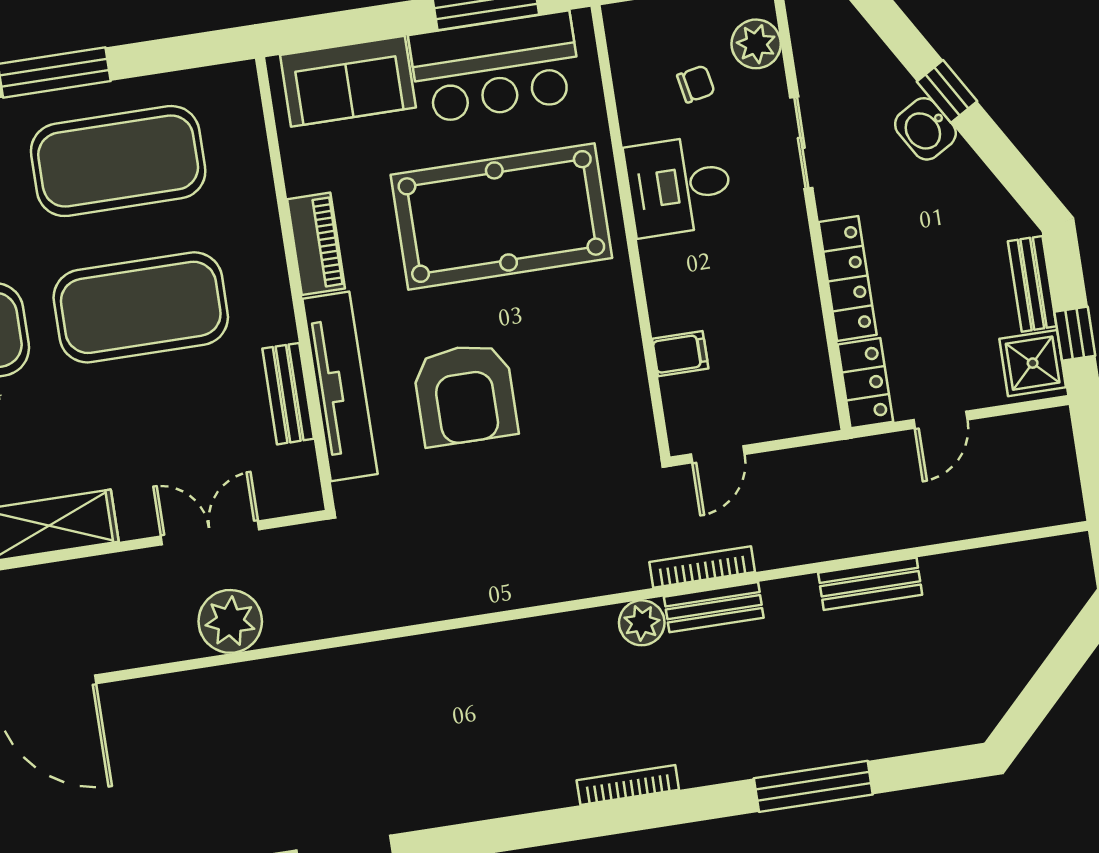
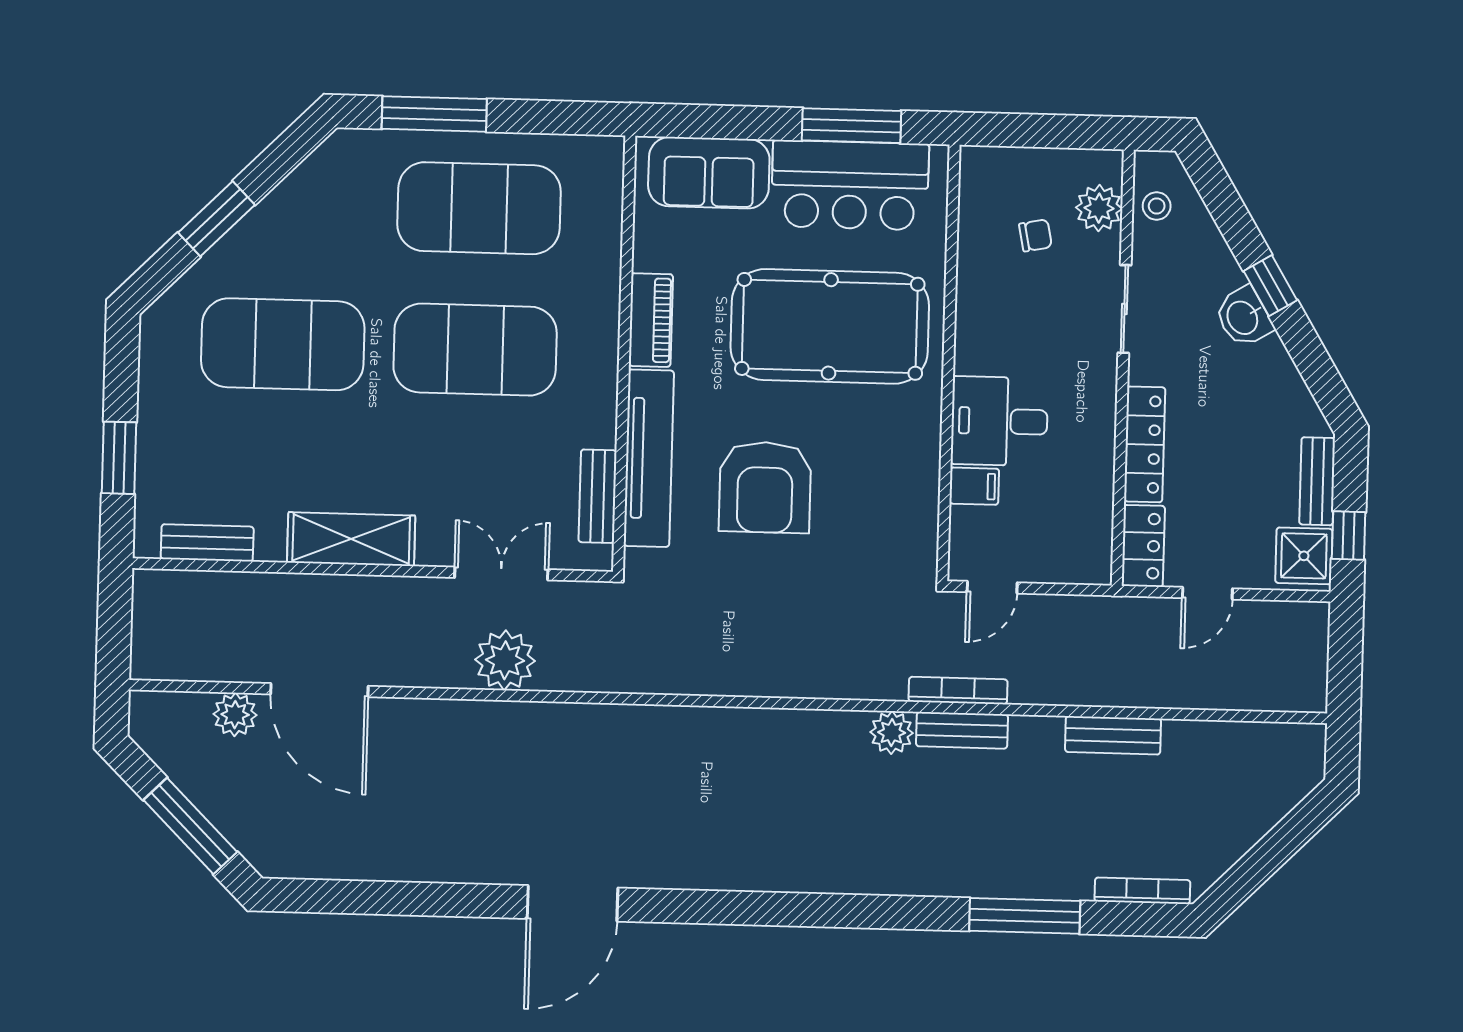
stool: (815, 31) -> (1157, 206), added
desk: (679, 186) -> (999, 421), moved
bench: (288, 394) -> (598, 496), moved
bookcase: (628, 785) -> (1142, 891), moved

